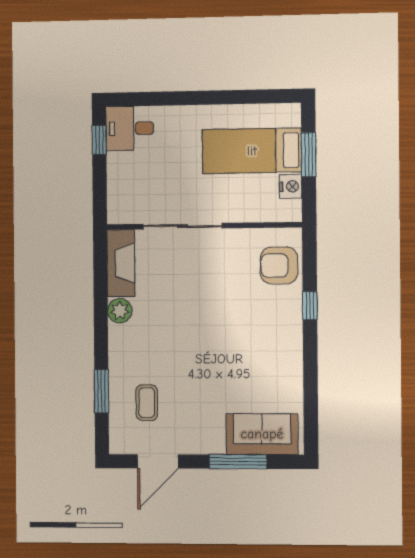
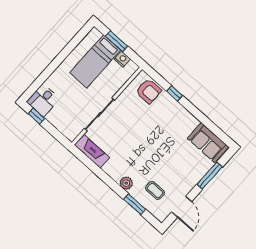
armchair: (279, 265) -> (149, 91), turned -90
plant: (120, 311) -> (126, 183), moved
sofa: (262, 434) -> (208, 143), moved, turned -90

